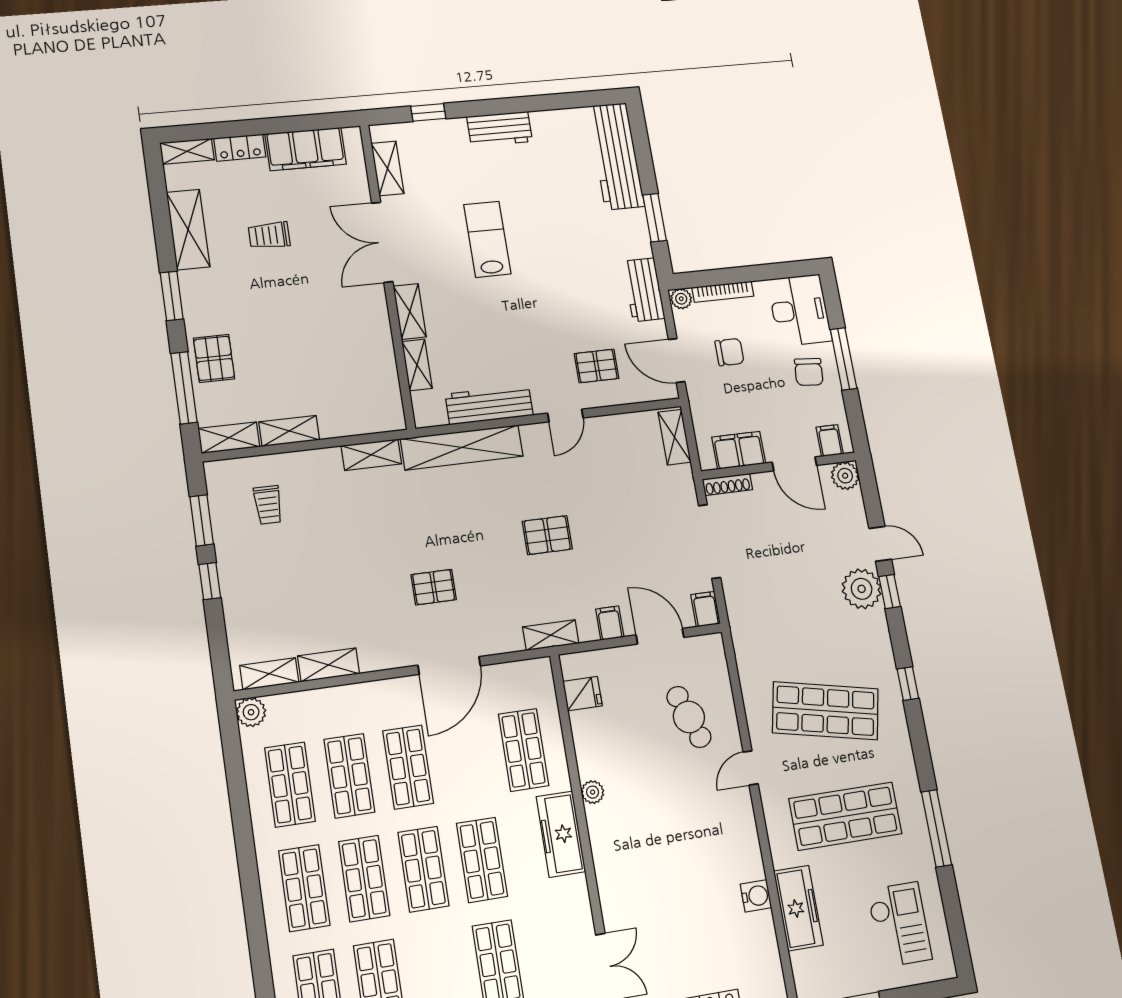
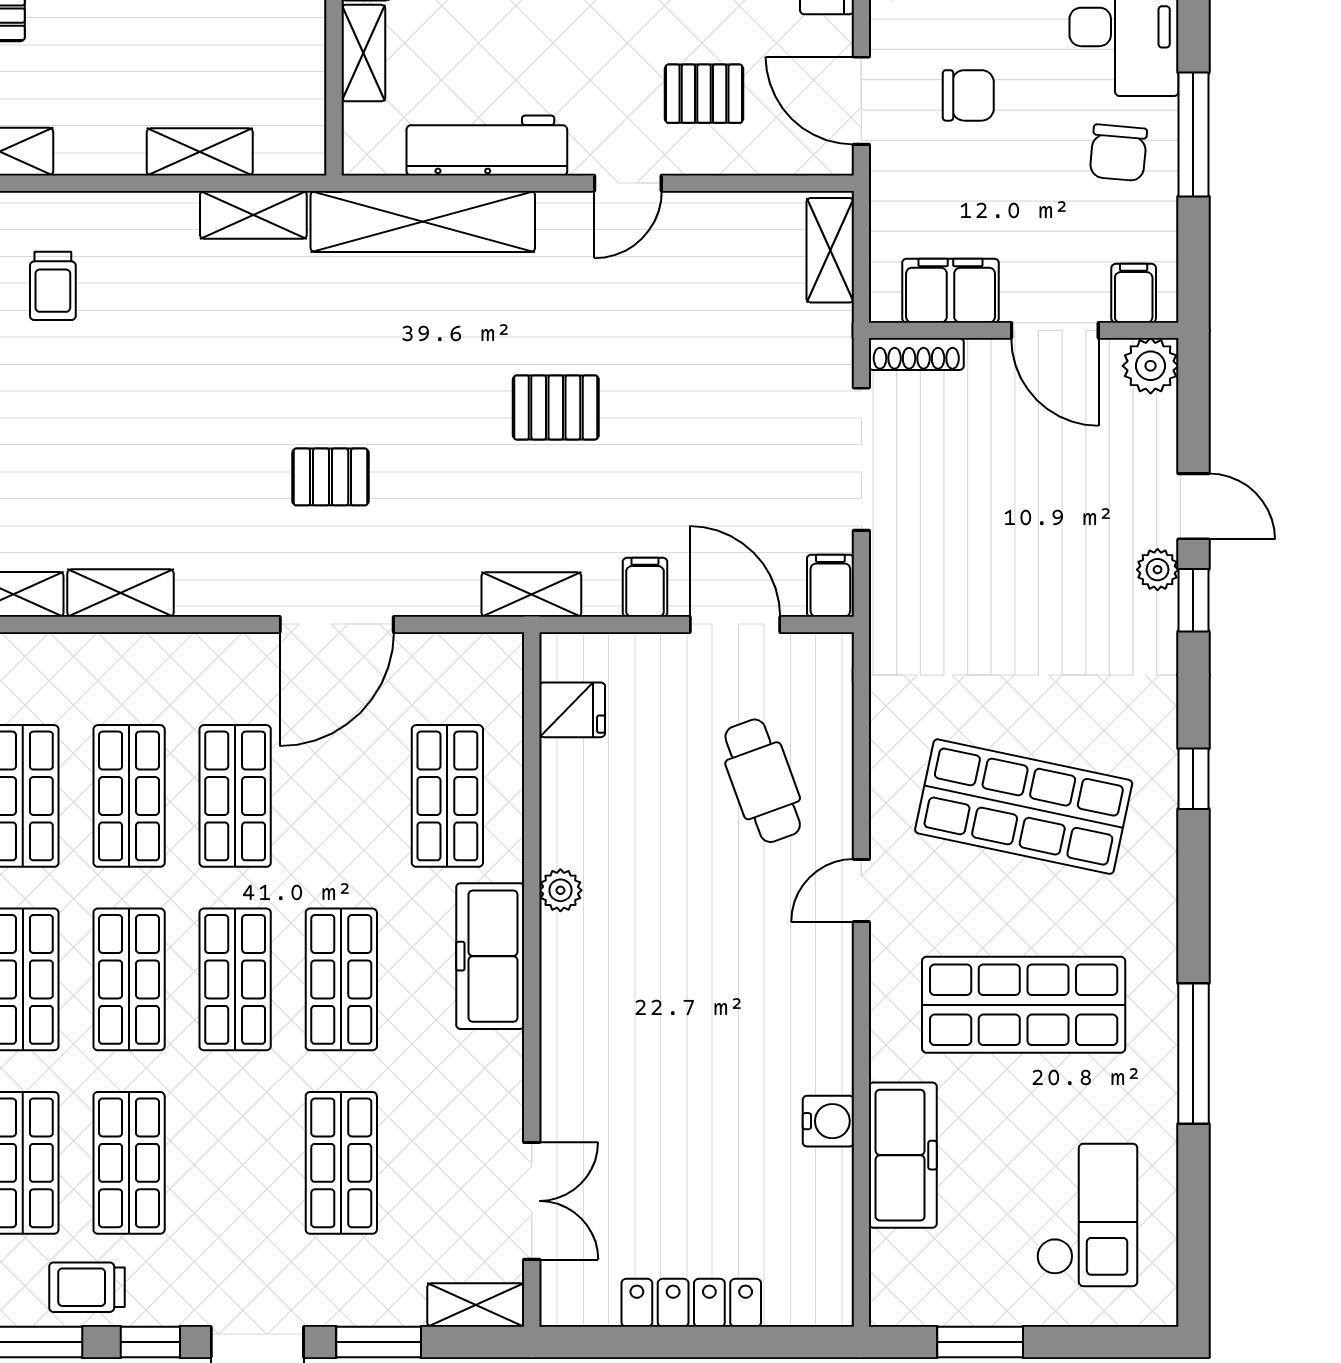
shelving: (289, 431) -> (200, 152), moved
plant: (862, 589) -> (1158, 570), width x0.53, depth x0.53

